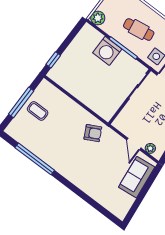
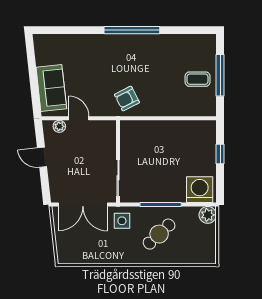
cafe table: (139, 30) -> (159, 234), turned -34
washing machine: (107, 51) -> (200, 190), moved
window: (53, 60) -> (220, 154), moved
window: (35, 159) -> (132, 30), moved

